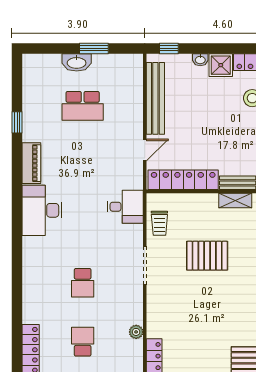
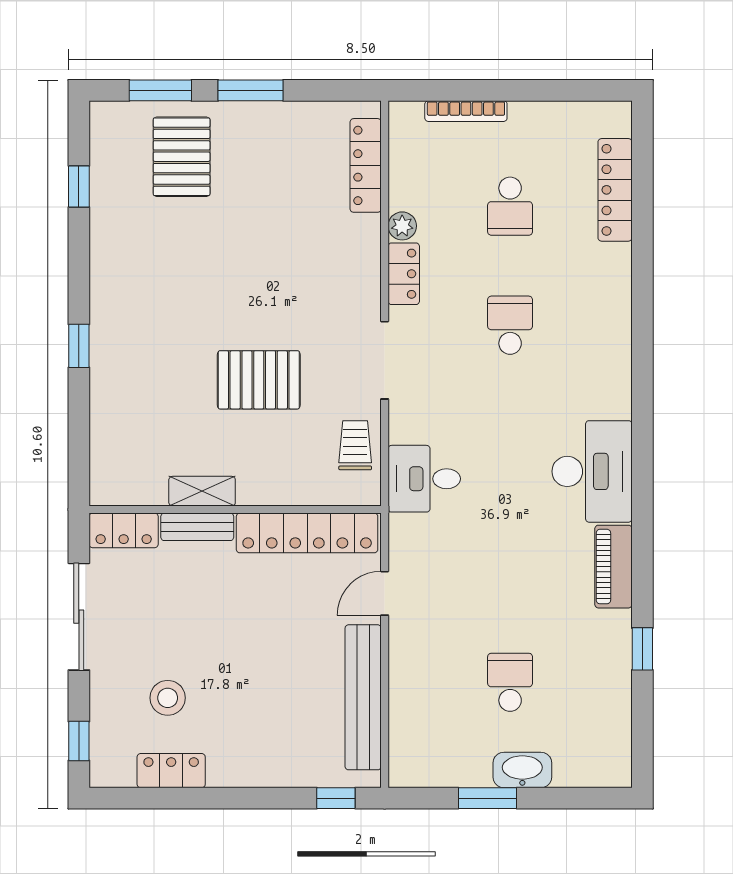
washbasin: (200, 60) -> (273, 775), removed
shower: (221, 65) -> (231, 764), removed
school desk: (83, 106) -> (510, 682), width x0.54
locker: (135, 308) -> (404, 274), added

